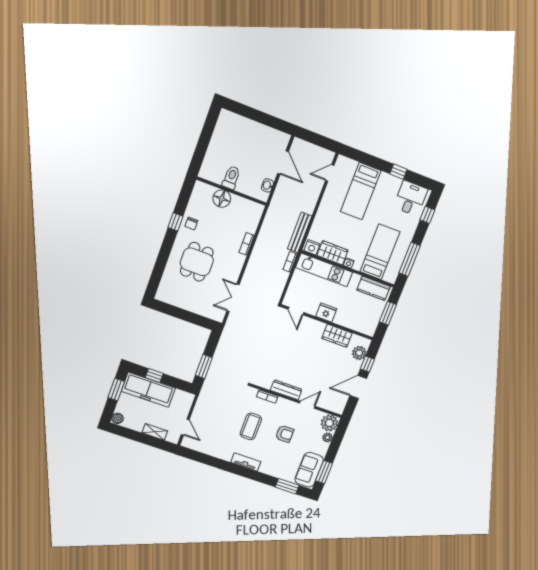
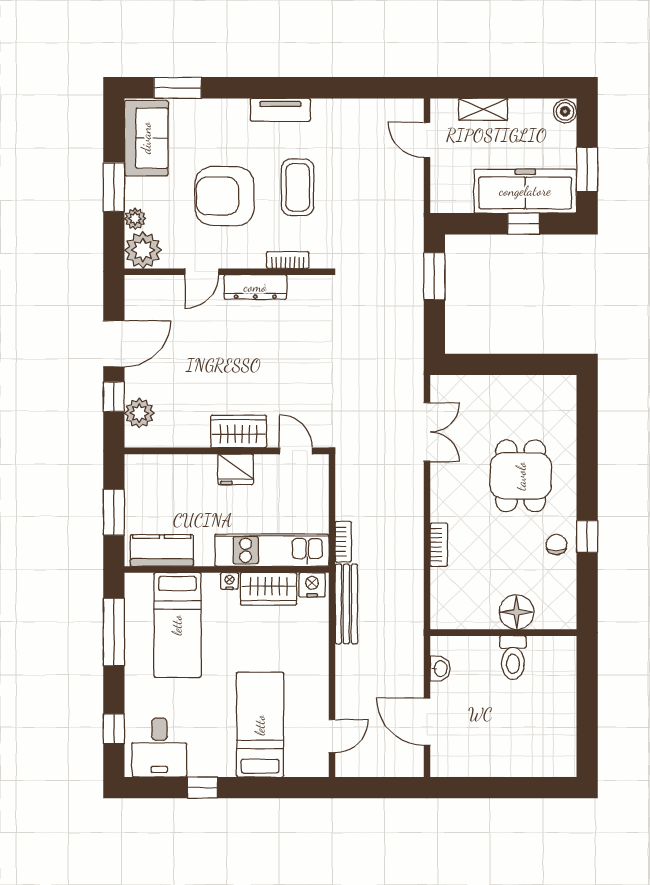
wardrobe: (337, 336) -> (239, 431), moved
armchair: (285, 434) -> (224, 196), width x1.88, depth x1.88
window: (324, 472) -> (114, 187), moved

